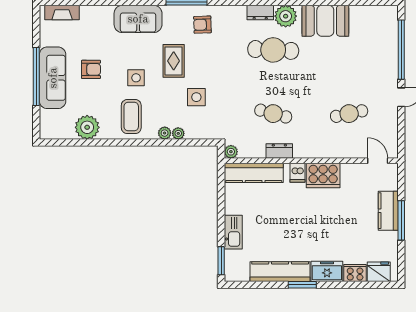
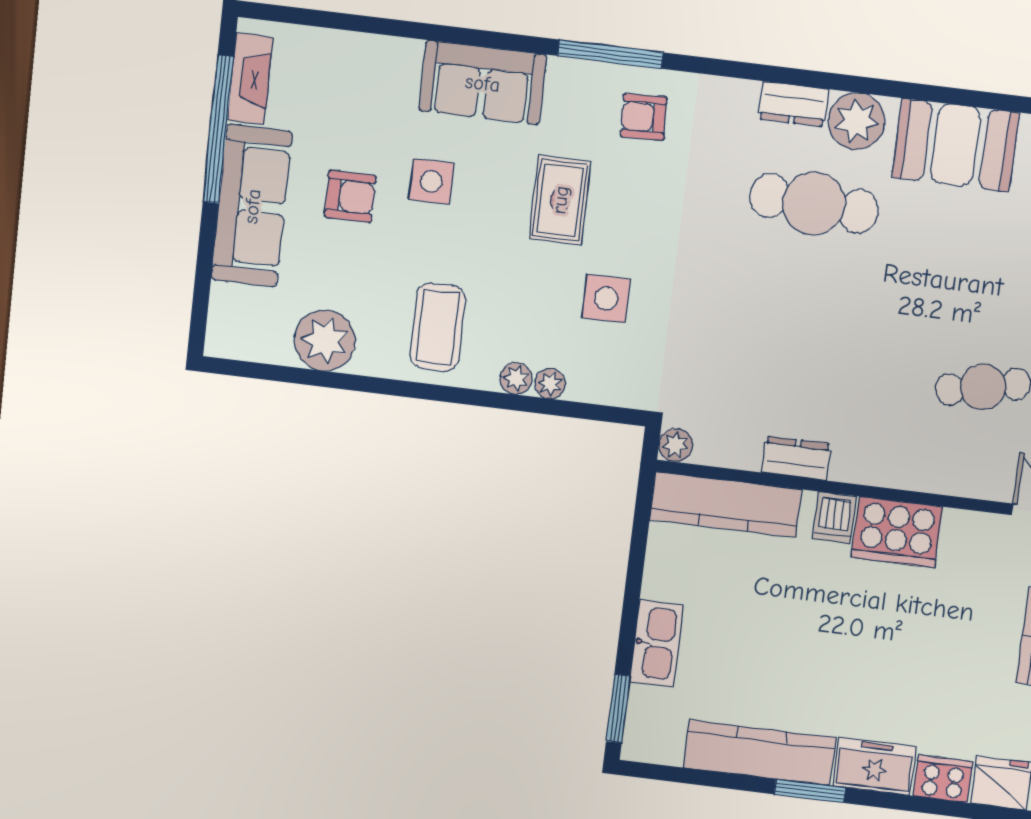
fireplace: (62, 12) -> (250, 79), moved, turned -90
window: (36, 76) -> (218, 129), moved
side table: (136, 78) -> (431, 181), moved
cafe table: (273, 114) -> (793, 363), removed

